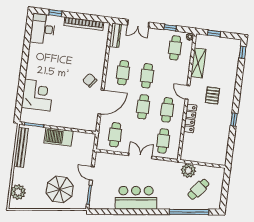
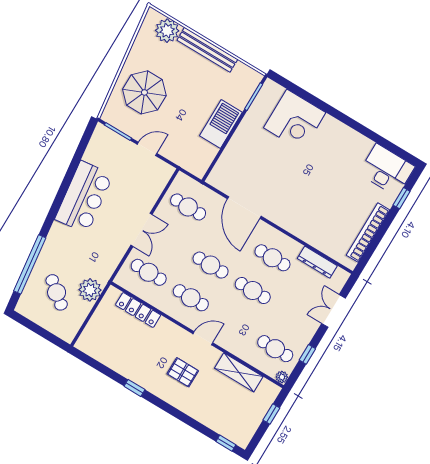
dresser: (115, 35) -> (317, 262), moved
chair: (90, 80) -> (283, 205), removed
locker: (190, 118) -> (138, 310), moved
bench: (21, 147) -> (207, 50), moved

